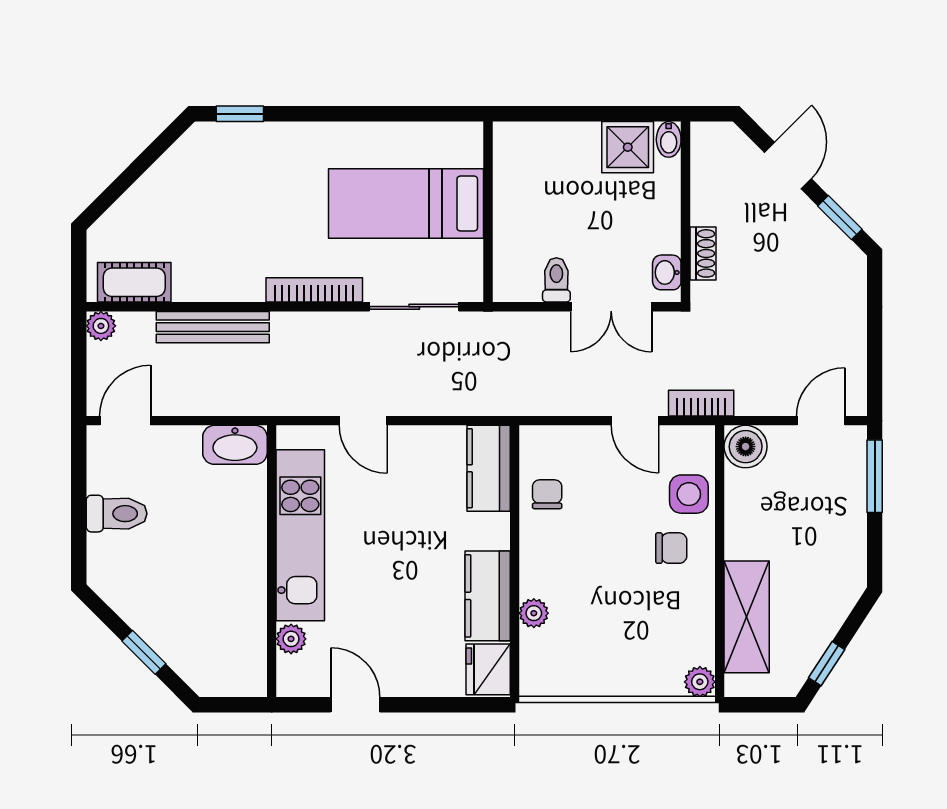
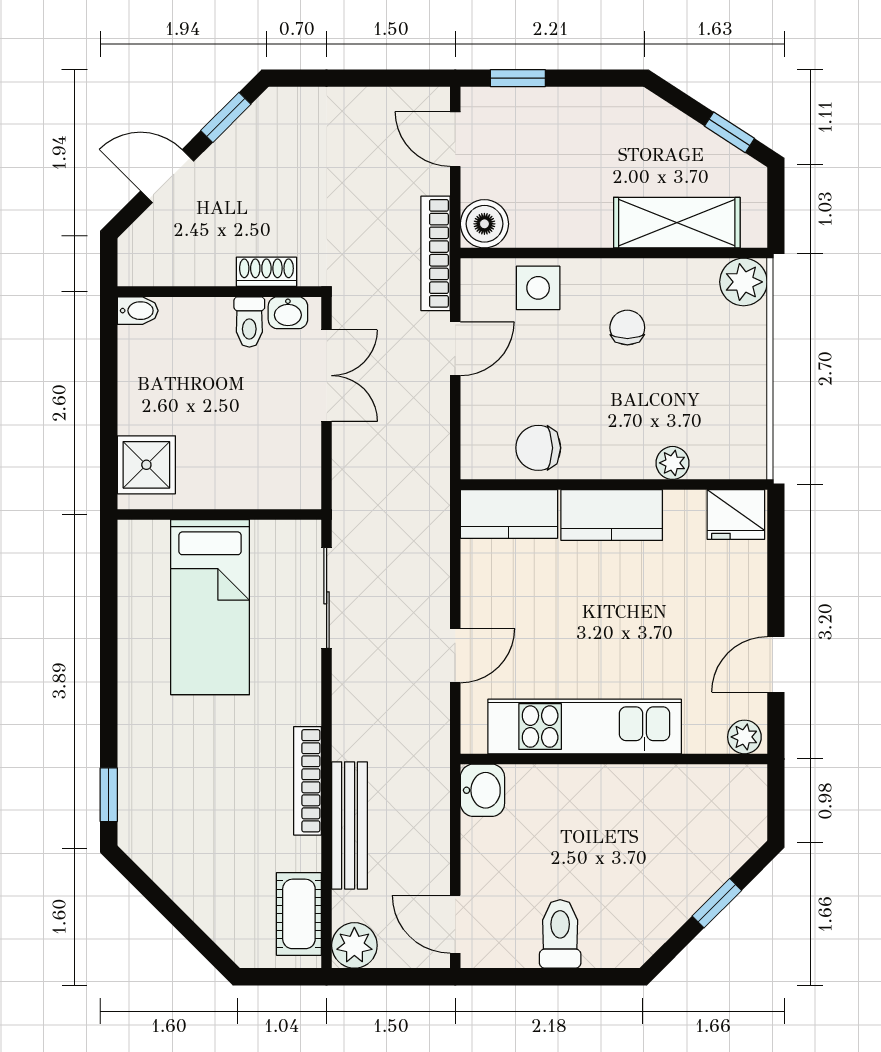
shower: (628, 147) -> (146, 465), moved
toilet: (556, 280) -> (249, 322), moved, turned -90
bookcase: (314, 290) -> (308, 781), moved
plant: (101, 326) -> (354, 945), width x1.38, depth x1.38
bookcase: (701, 403) -> (435, 253), width x1.56
washbasin: (235, 445) -> (482, 790), width x0.72
window: (875, 476) -> (518, 78), width x0.67
chair: (547, 494) -> (538, 448), width x1.37, depth x1.37
chair: (671, 548) -> (627, 328), moved
kitchen counter: (488, 596) -> (612, 515), moved
plant: (291, 639) -> (744, 737), moved
plant: (700, 682) -> (744, 282), width x1.38, depth x1.38

